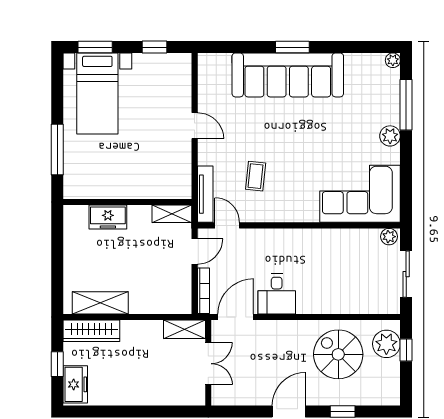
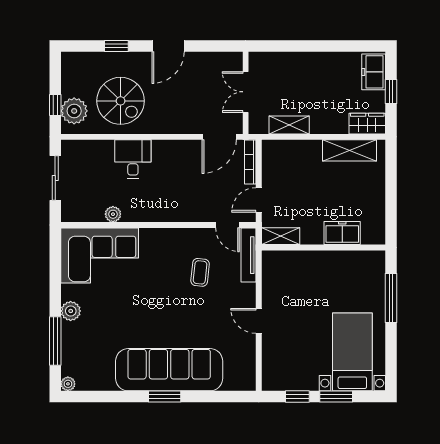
window: (95, 47) -> (336, 397), moved
plant: (389, 237) -> (113, 214), moved
desk: (277, 294) -> (133, 159), moved
shelving: (184, 329) -> (289, 125), moved
wardrobe: (91, 331) -> (367, 124), width x0.67

